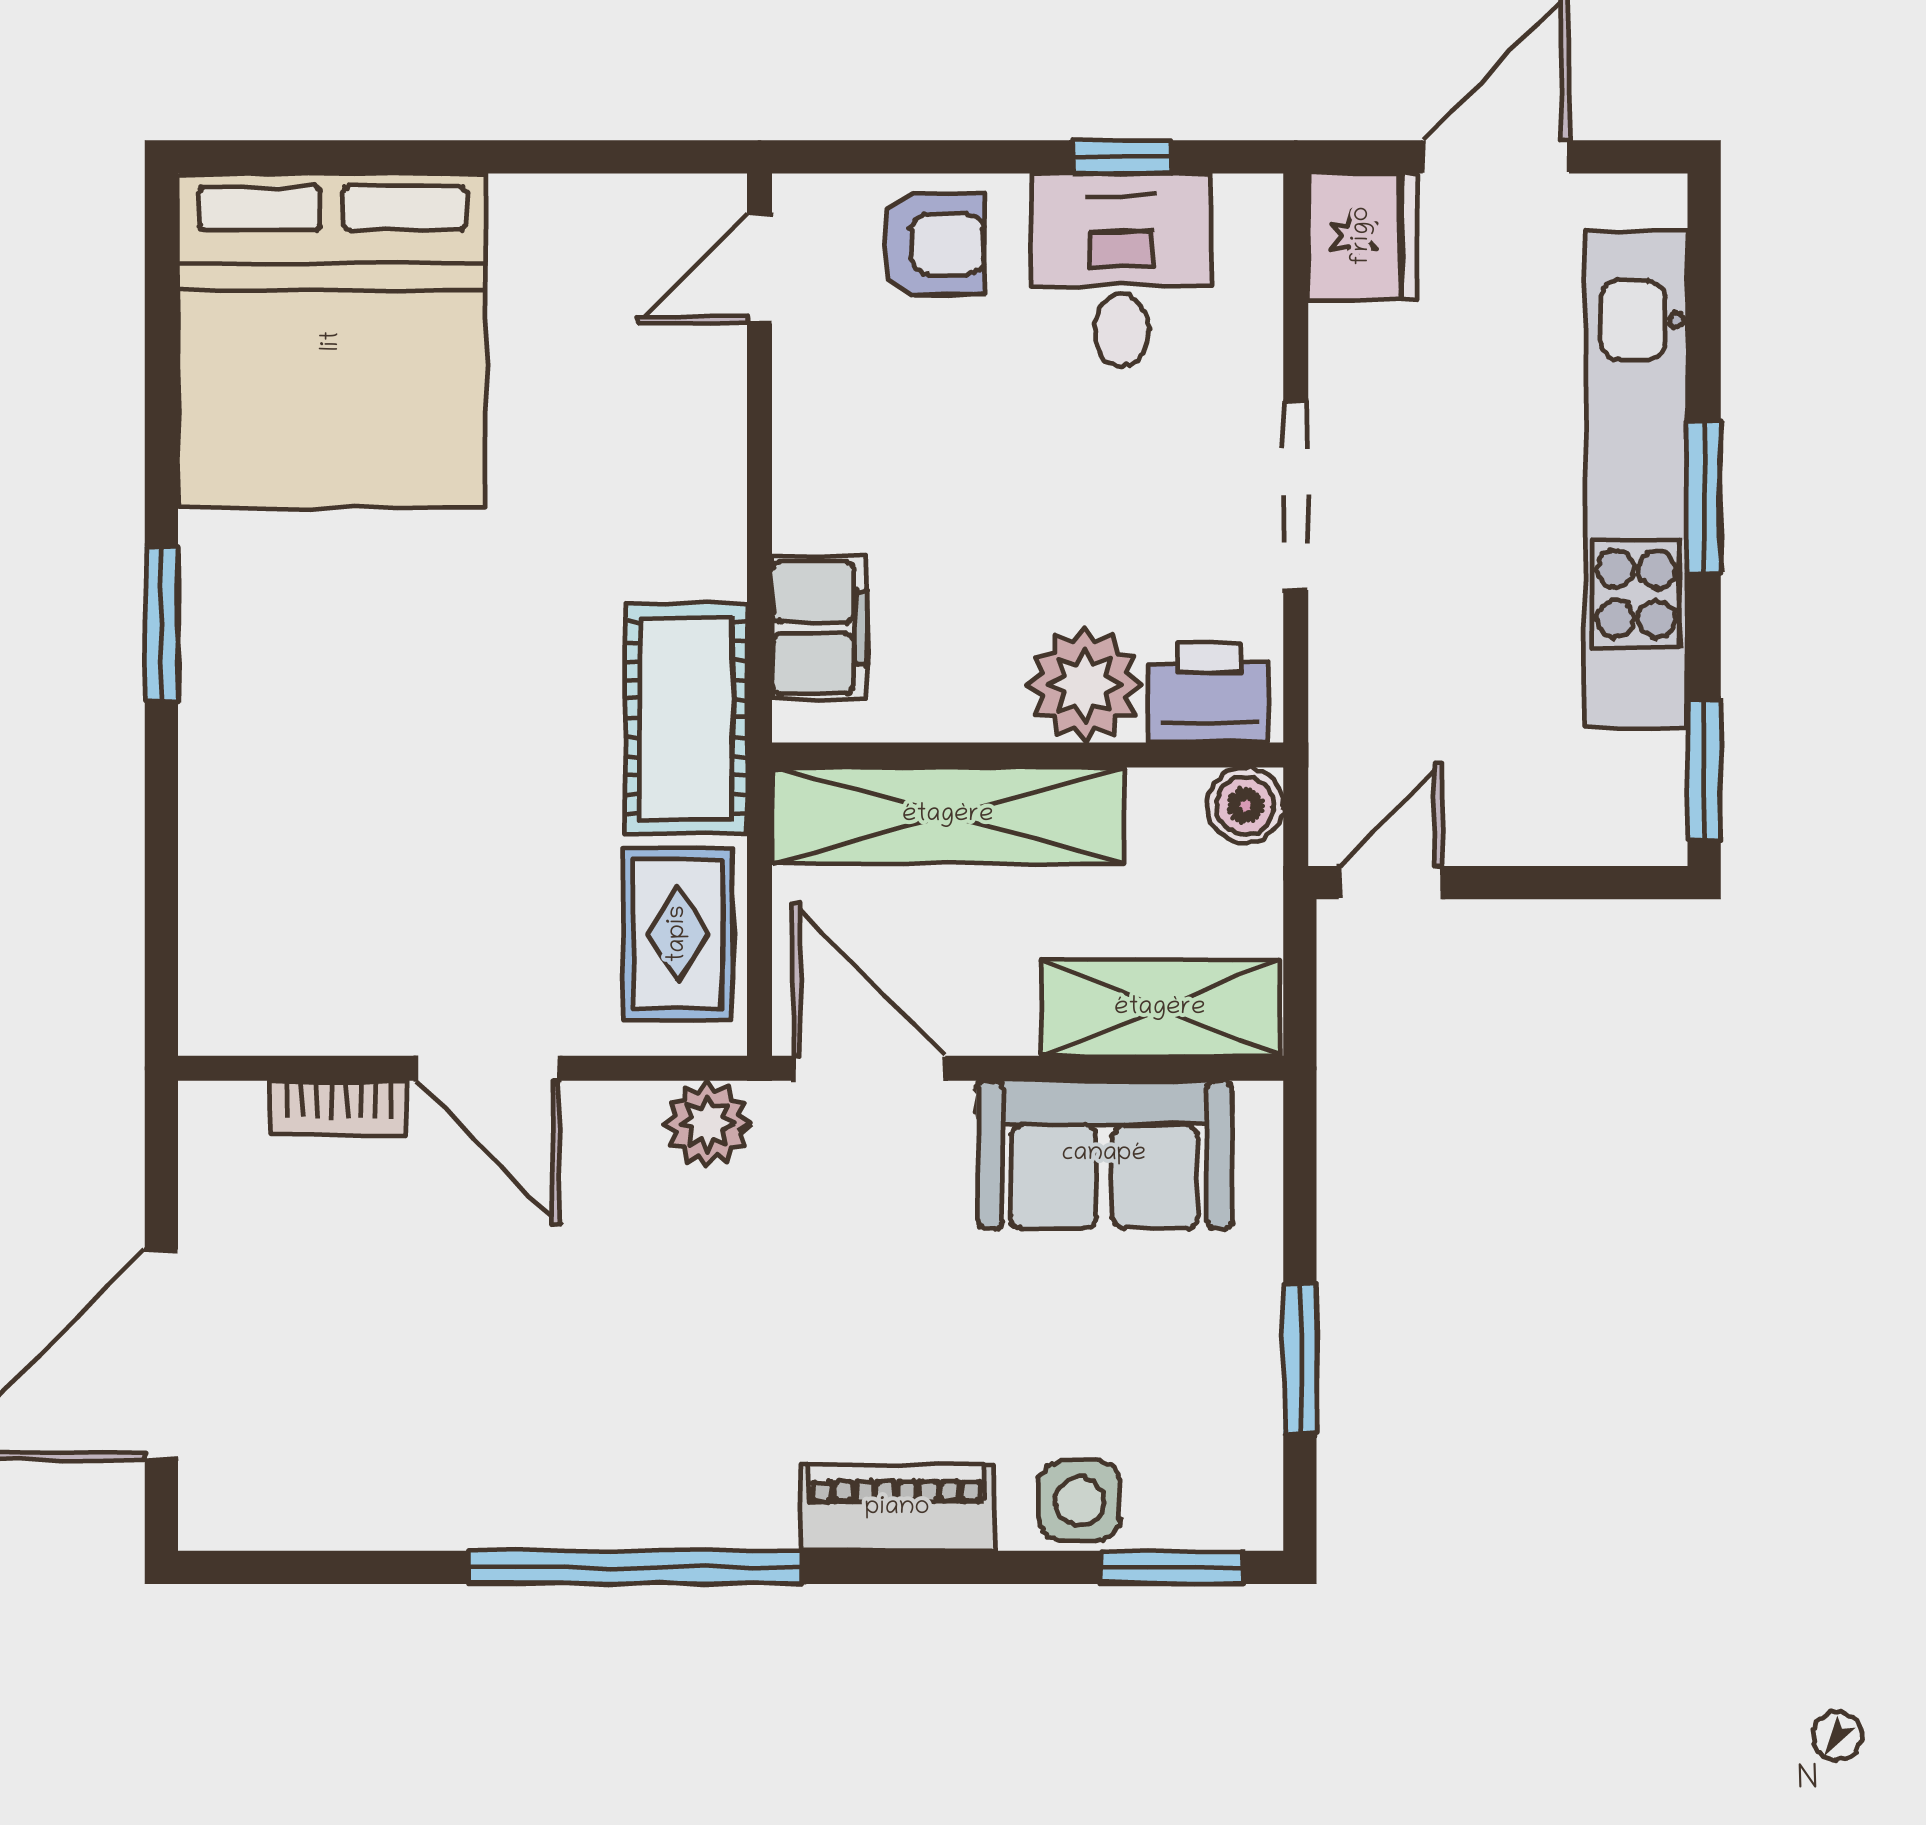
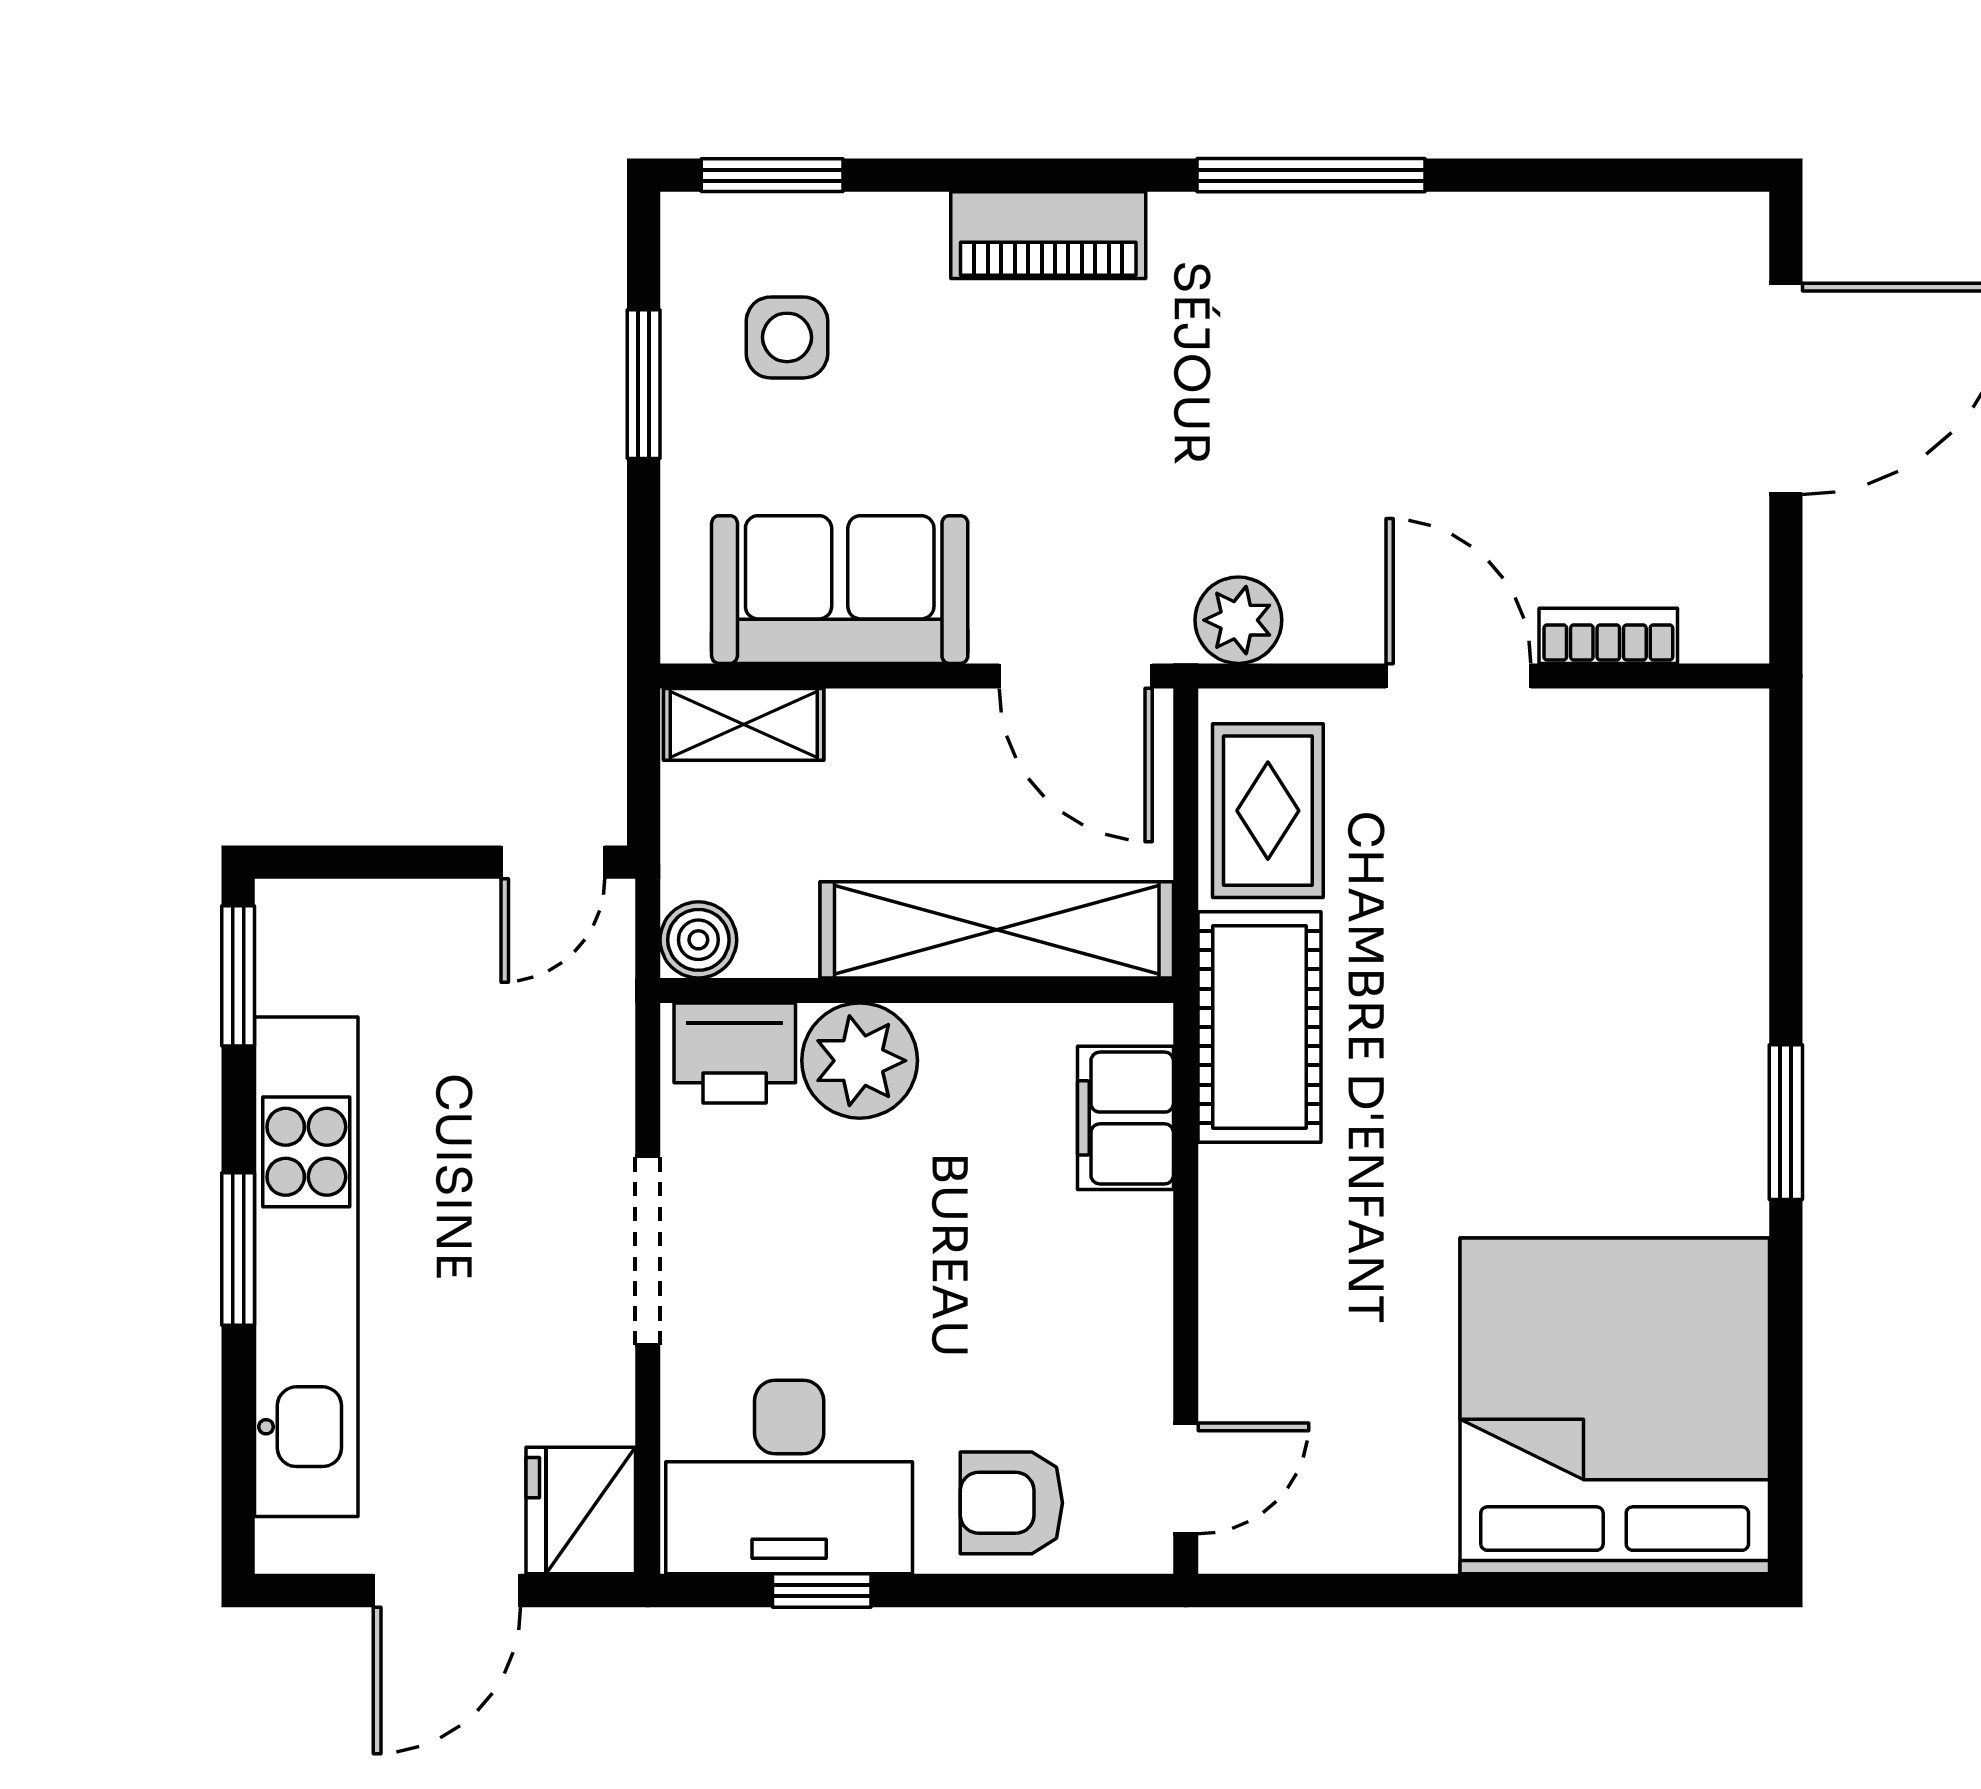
desk: (1121, 270) -> (789, 1477), width x1.37
shelving: (1160, 1008) -> (744, 724), width x0.67, depth x0.75
side table: (1080, 1501) -> (787, 337), moved
window: (635, 1567) -> (1311, 175), width x0.68

